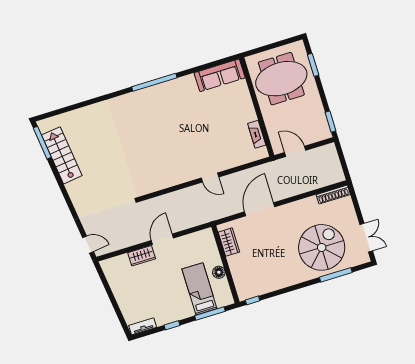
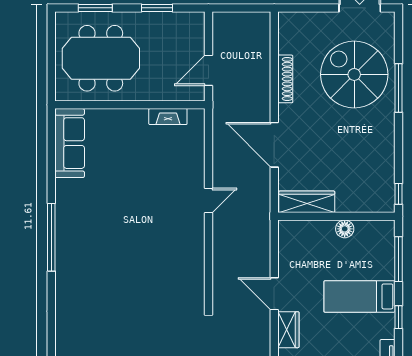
meeting table: (281, 79) -> (101, 58), turned 90
window: (331, 122) -> (157, 8), moved
shoe rack: (333, 195) -> (285, 79), moved
wardrobe: (229, 242) -> (307, 202), width x1.50
window: (336, 275) -> (398, 88), moved
bed: (199, 289) -> (359, 296), moved

